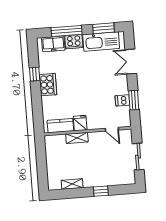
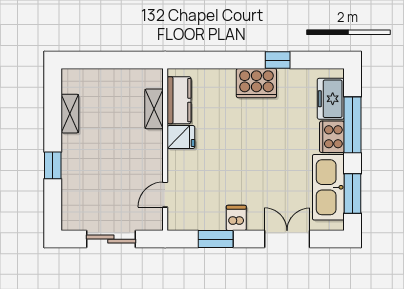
dishwasher: (122, 100) -> (236, 218), moved
shelving: (77, 138) -> (154, 109), moved

